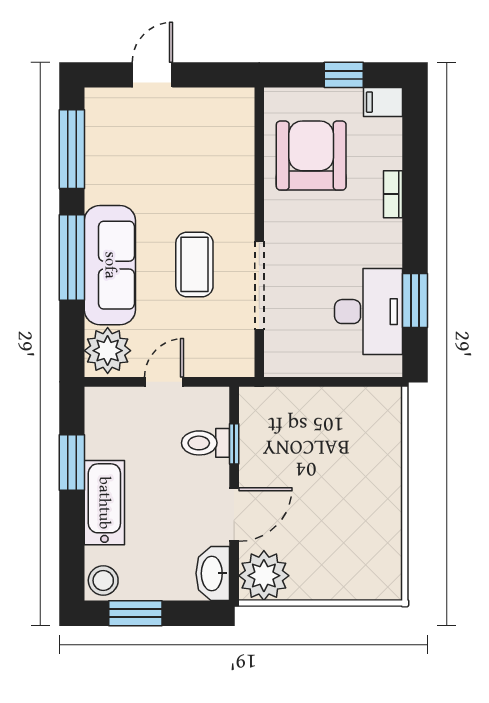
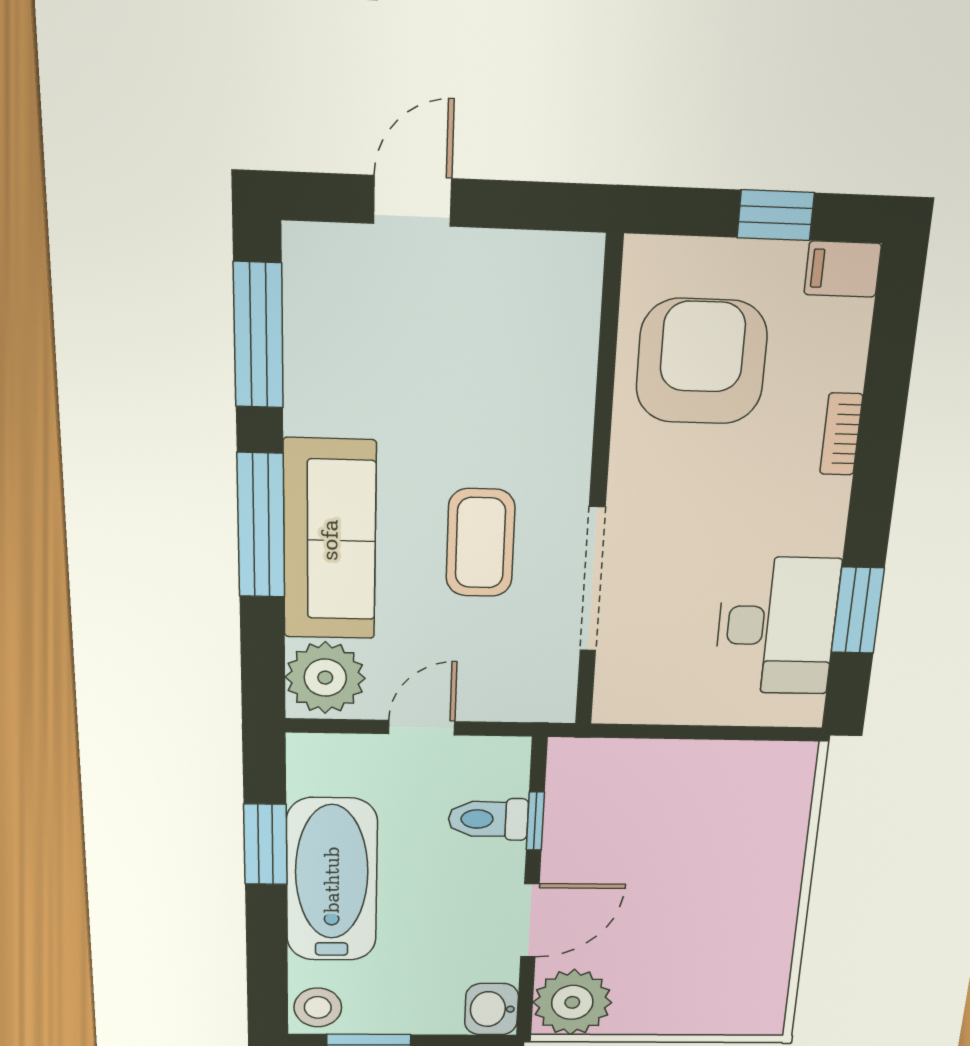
bathtub: (104, 503) -> (332, 880), width x1.36, depth x1.36
washbasin: (213, 573) -> (491, 1009), width x0.72

